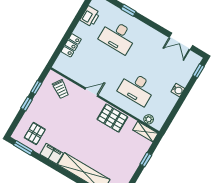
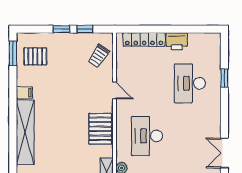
printer: (90, 16) -> (177, 41), moved
locker: (71, 45) -> (144, 40), width x1.53
filing cabinet: (52, 154) -> (24, 93), width x0.50

